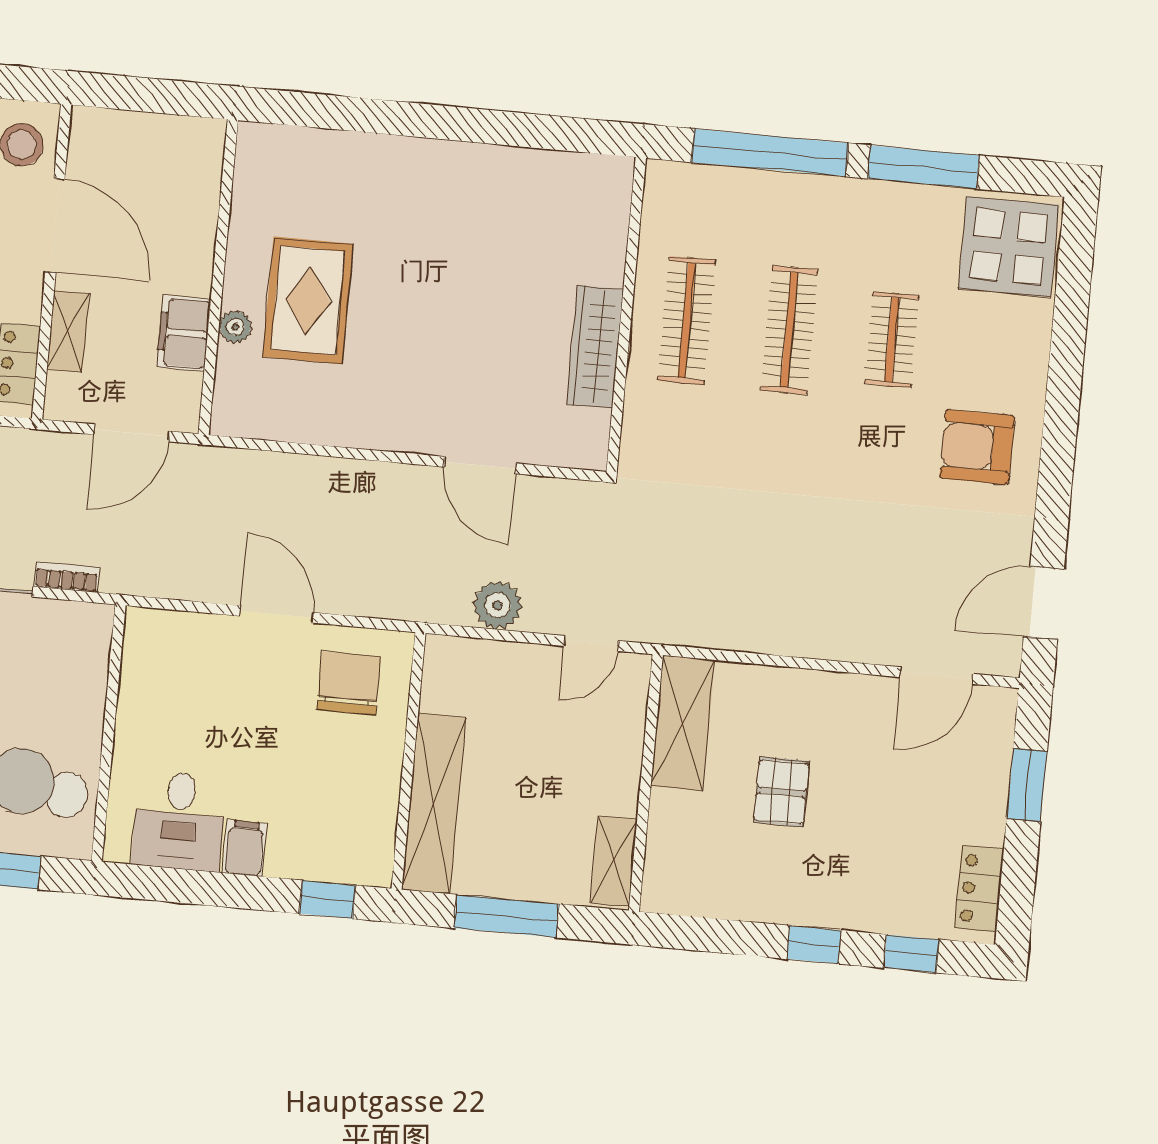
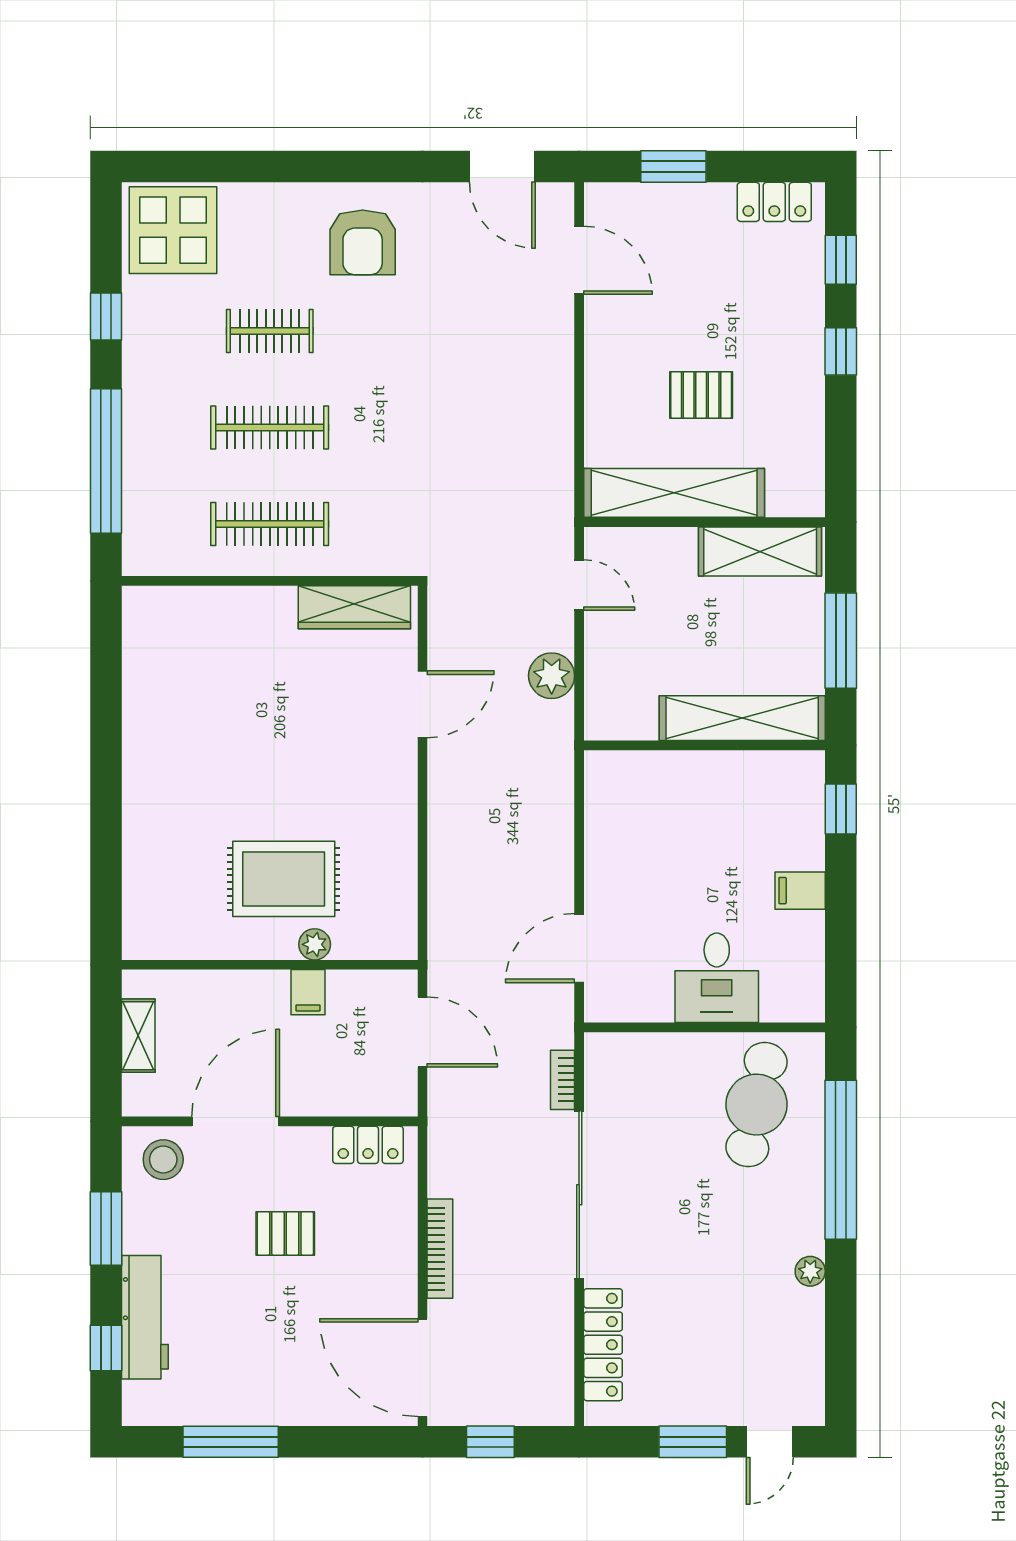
window: (923, 167) -> (106, 317), width x0.46
shelving: (68, 331) -> (138, 1036), moved, turned 90
filing cabinet: (184, 333) -> (308, 992), width x0.50
wardrobe: (595, 347) -> (354, 607), moved
door: (277, 614) -> (579, 948), moved
chair: (349, 683) -> (637, 808), removed
shelving: (683, 723) -> (674, 493), width x1.47
desk: (179, 821) -> (717, 978), moved, turned 90
shelving: (614, 861) -> (760, 551), width x1.50, depth x1.33

